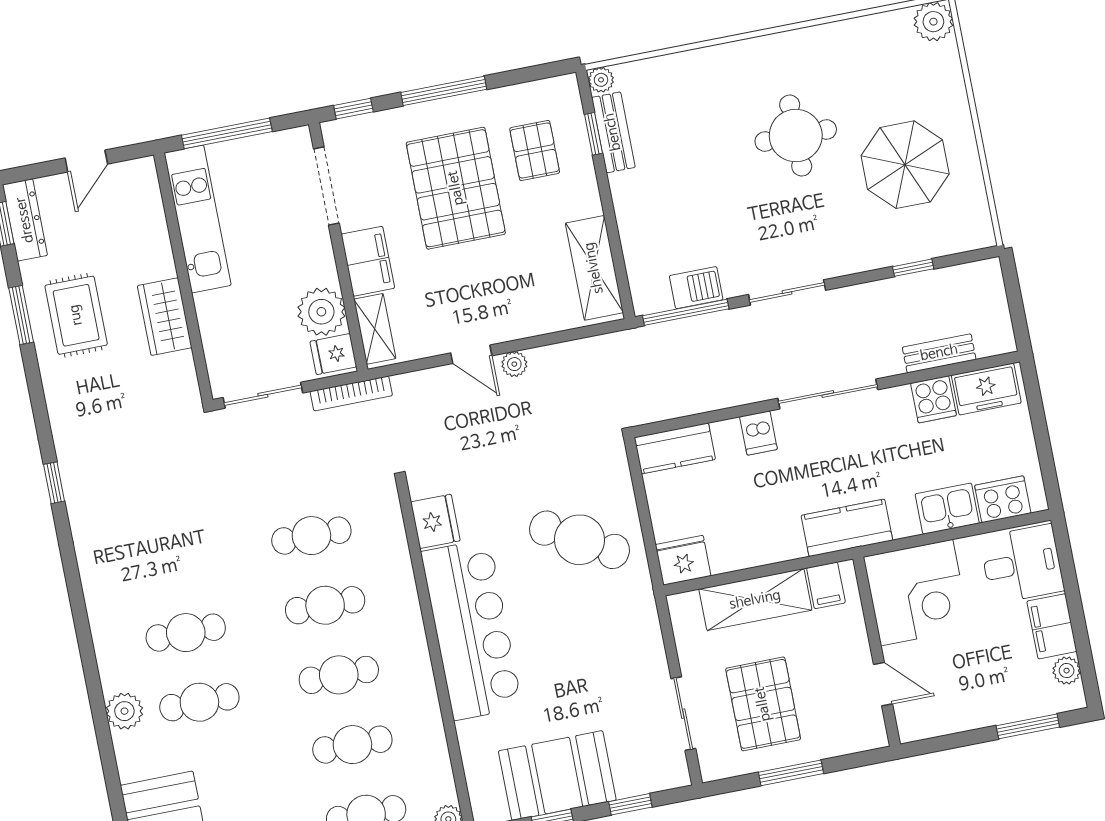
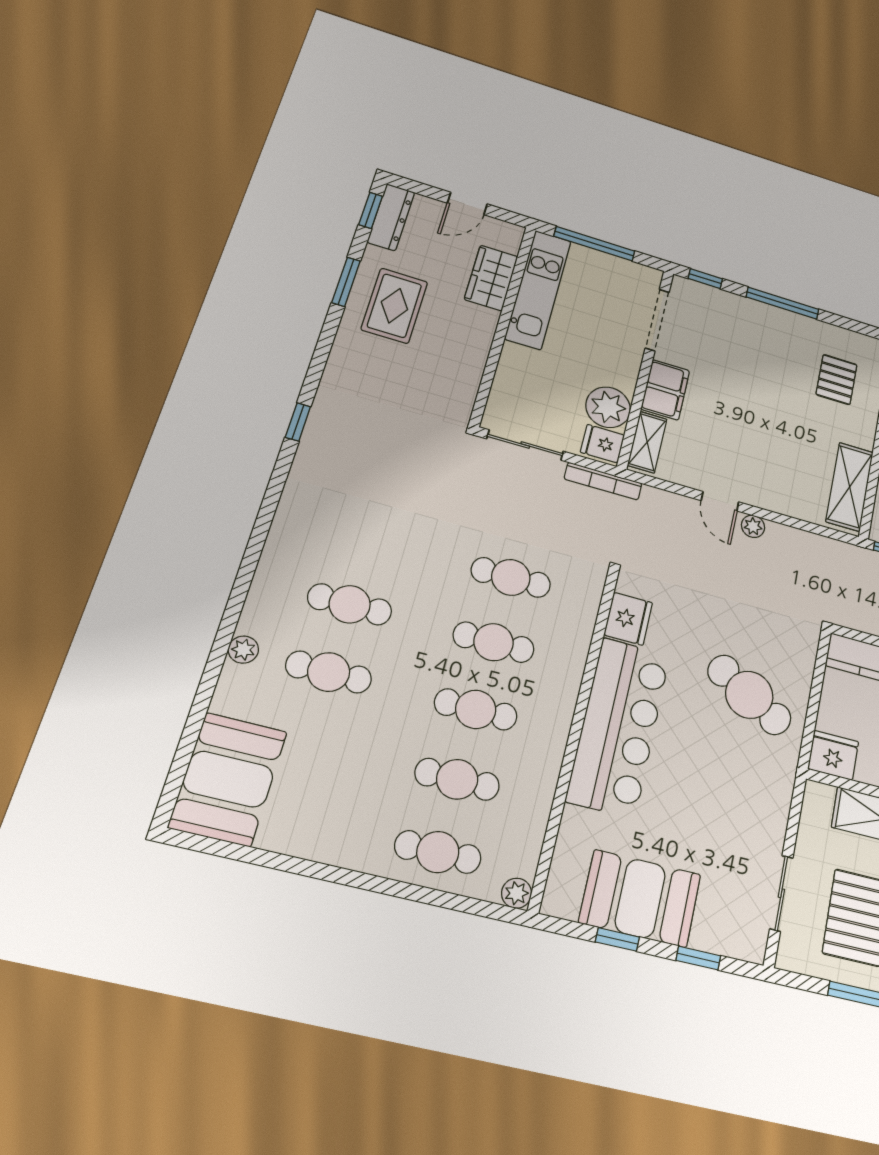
pallet: (456, 188) -> (762, 374), removed
wardrobe: (165, 317) -> (491, 278), moved
plant: (124, 711) -> (243, 650), width x0.73, depth x0.73

